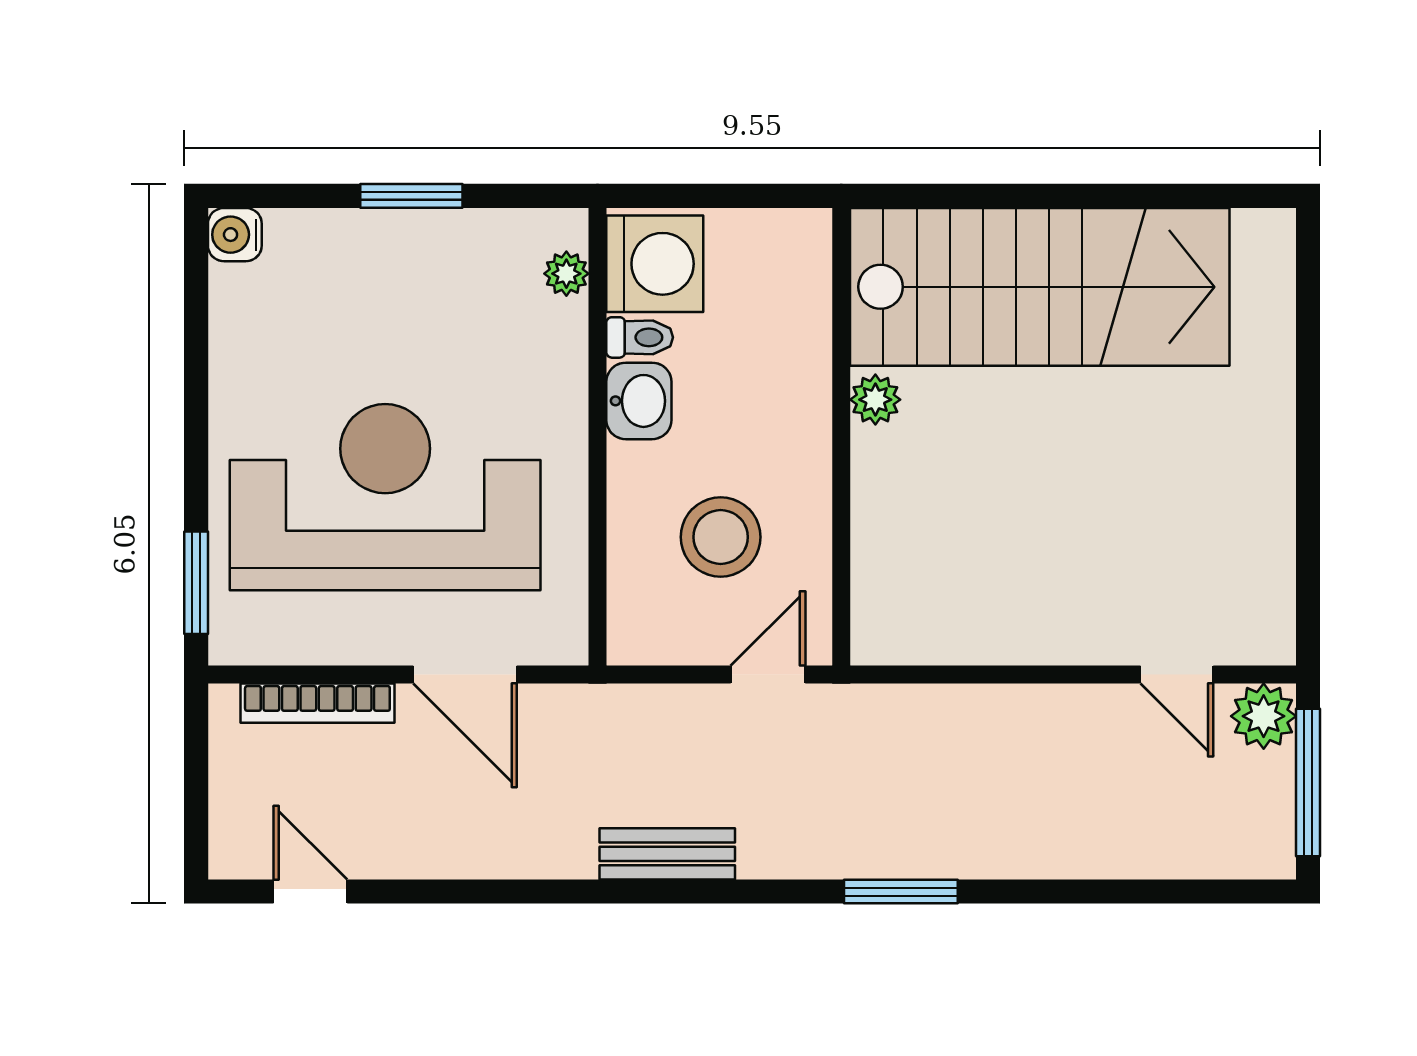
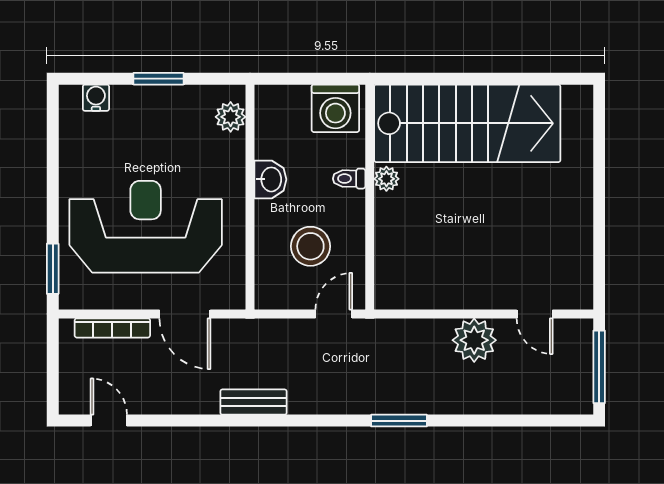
water cooler: (235, 235) -> (96, 98), moved, turned 90
washing machine: (655, 264) -> (335, 108), moved, turned 90
plant: (566, 274) -> (231, 117), width x1.38, depth x1.38
toilet: (640, 337) -> (349, 179), moved, turned 180
plant: (1264, 716) -> (474, 340), moved, width x1.36, depth x1.36
bench: (667, 854) -> (254, 402), moved

